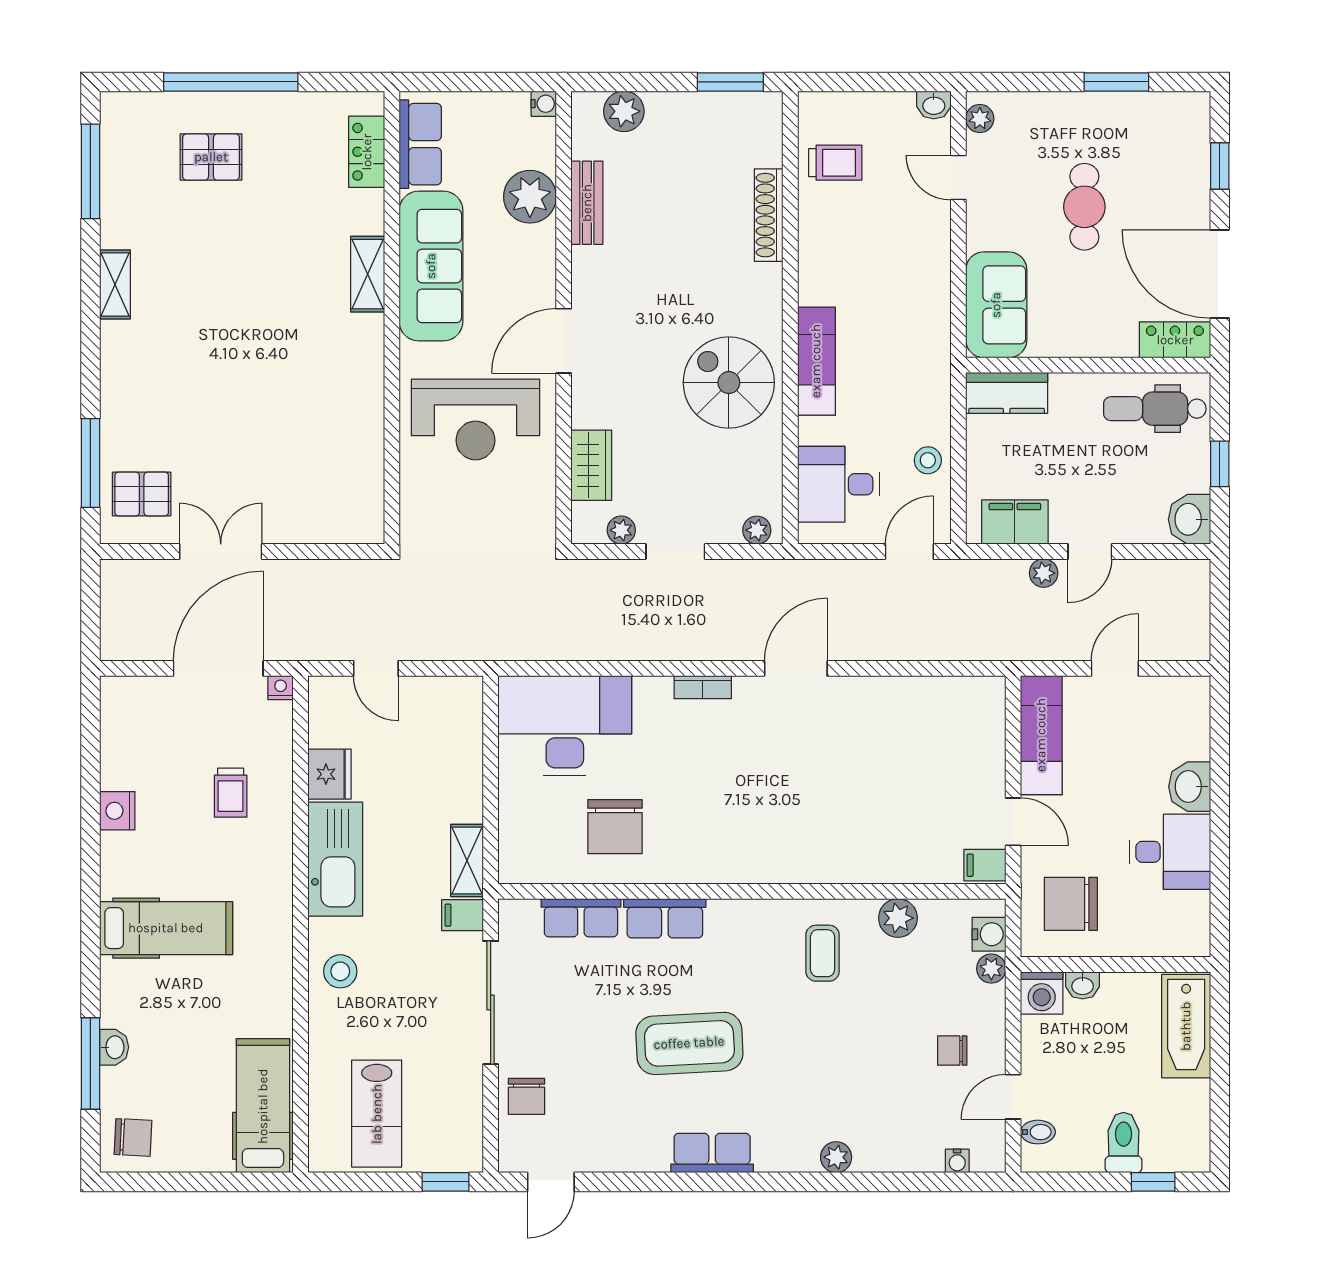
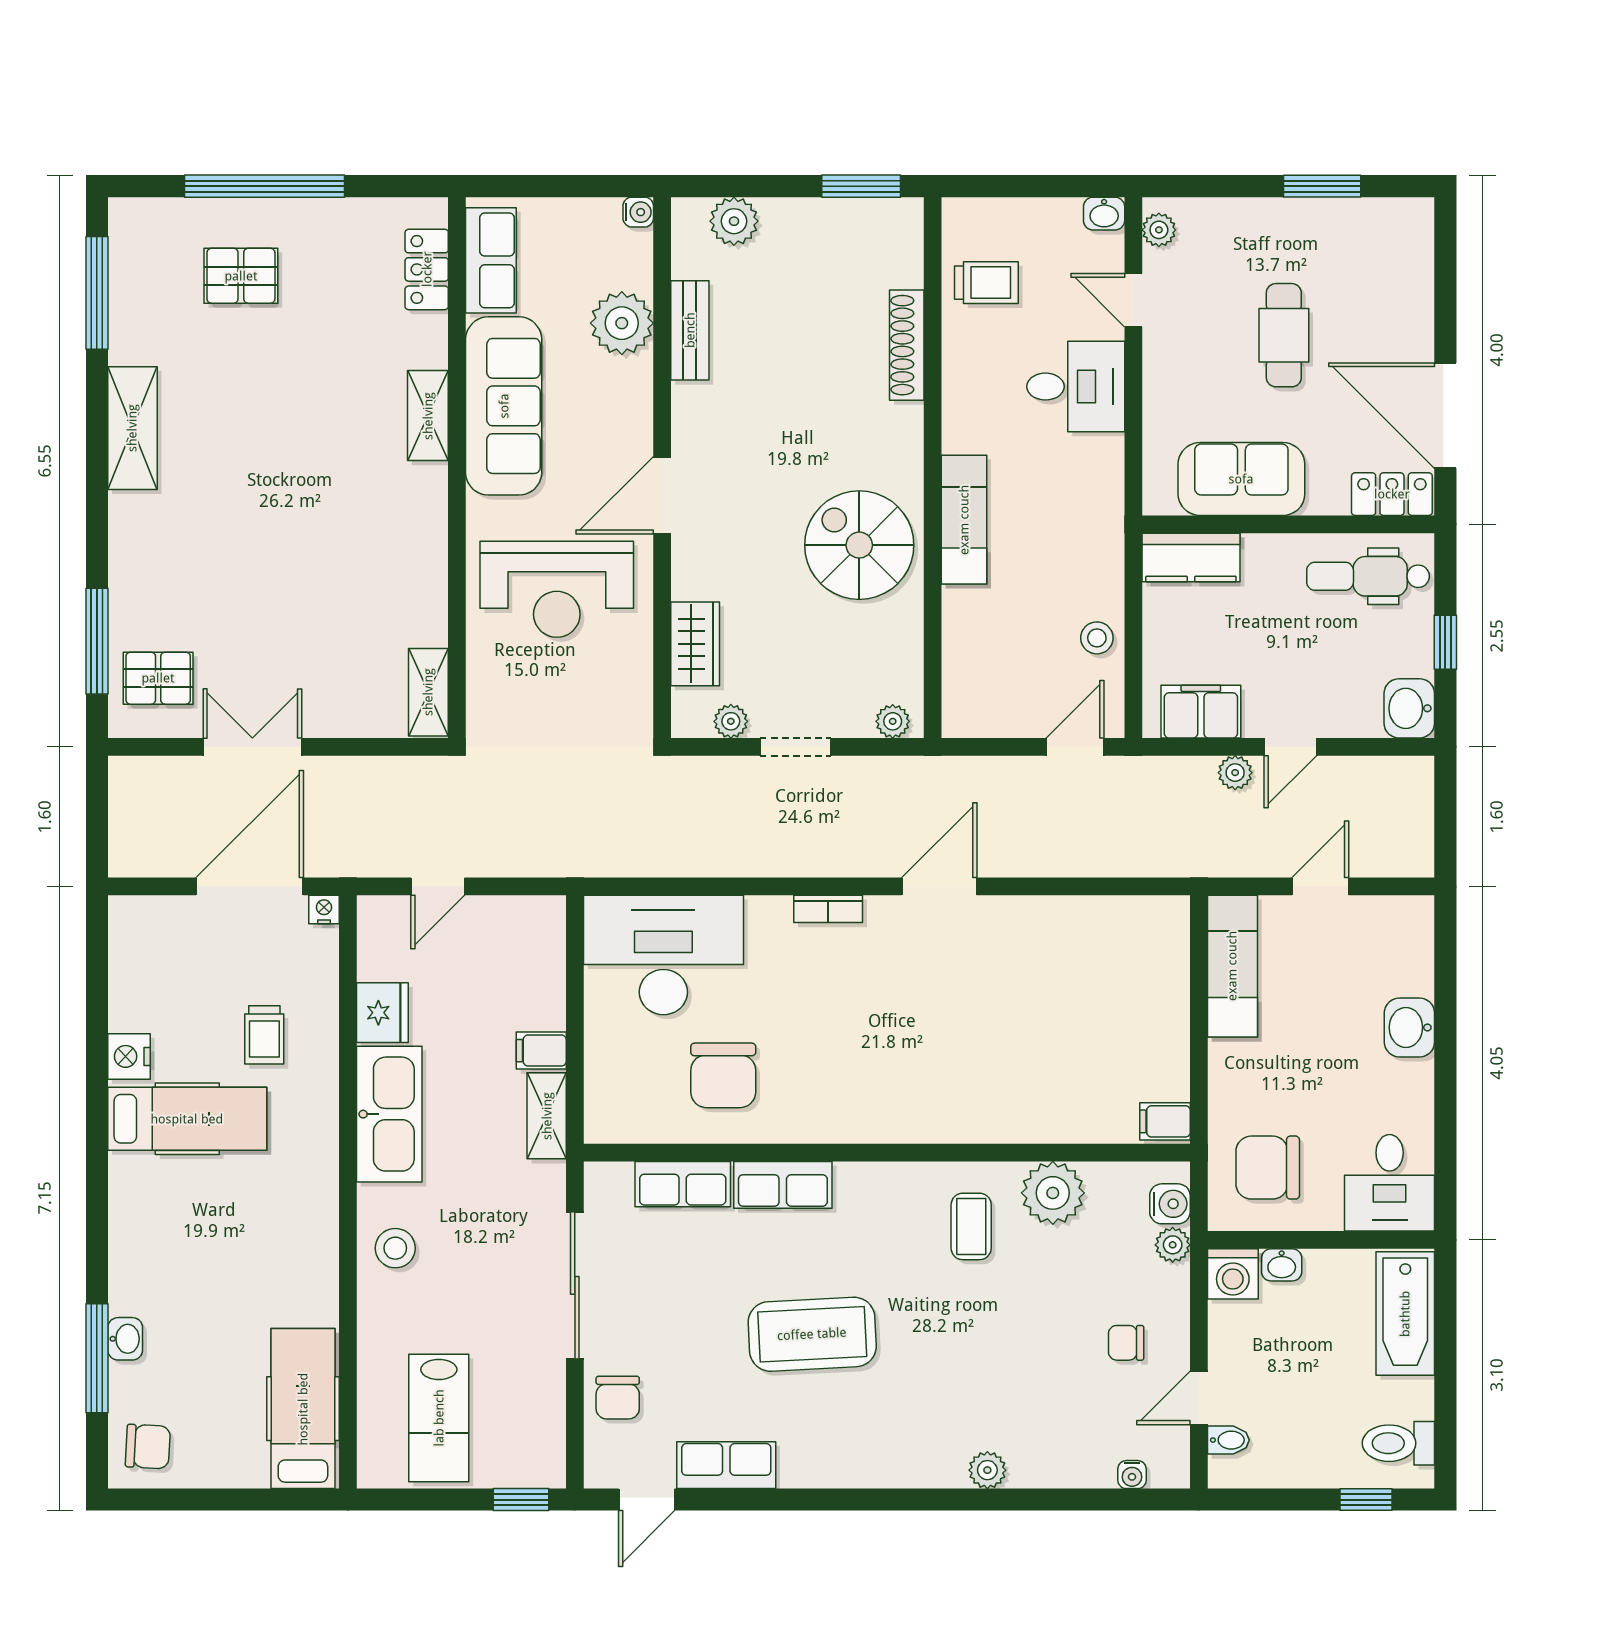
window: (1220, 166) -> (1445, 287), removed
shelving: (115, 285) -> (132, 428), width x1.50, depth x1.33
sofa: (996, 305) -> (1241, 479), moved, turned -90
desk: (838, 484) -> (1076, 387), moved, turned 180
shelving: (368, 506) -> (428, 692), added
door: (376, 668) -> (438, 886), hinge flipped
door: (1013, 822) -> (1199, 1070), removed
desk: (1170, 852) -> (1390, 1183), moved, turned 90
filing cabinet: (462, 915) -> (541, 1051), moved
plant: (898, 918) -> (1053, 1193), width x1.36, depth x1.36
hospital bed: (166, 928) -> (187, 1119), moved
toilet: (1124, 1143) -> (1398, 1443), moved, turned -90
row of seats: (712, 1153) -> (726, 1465), moved

